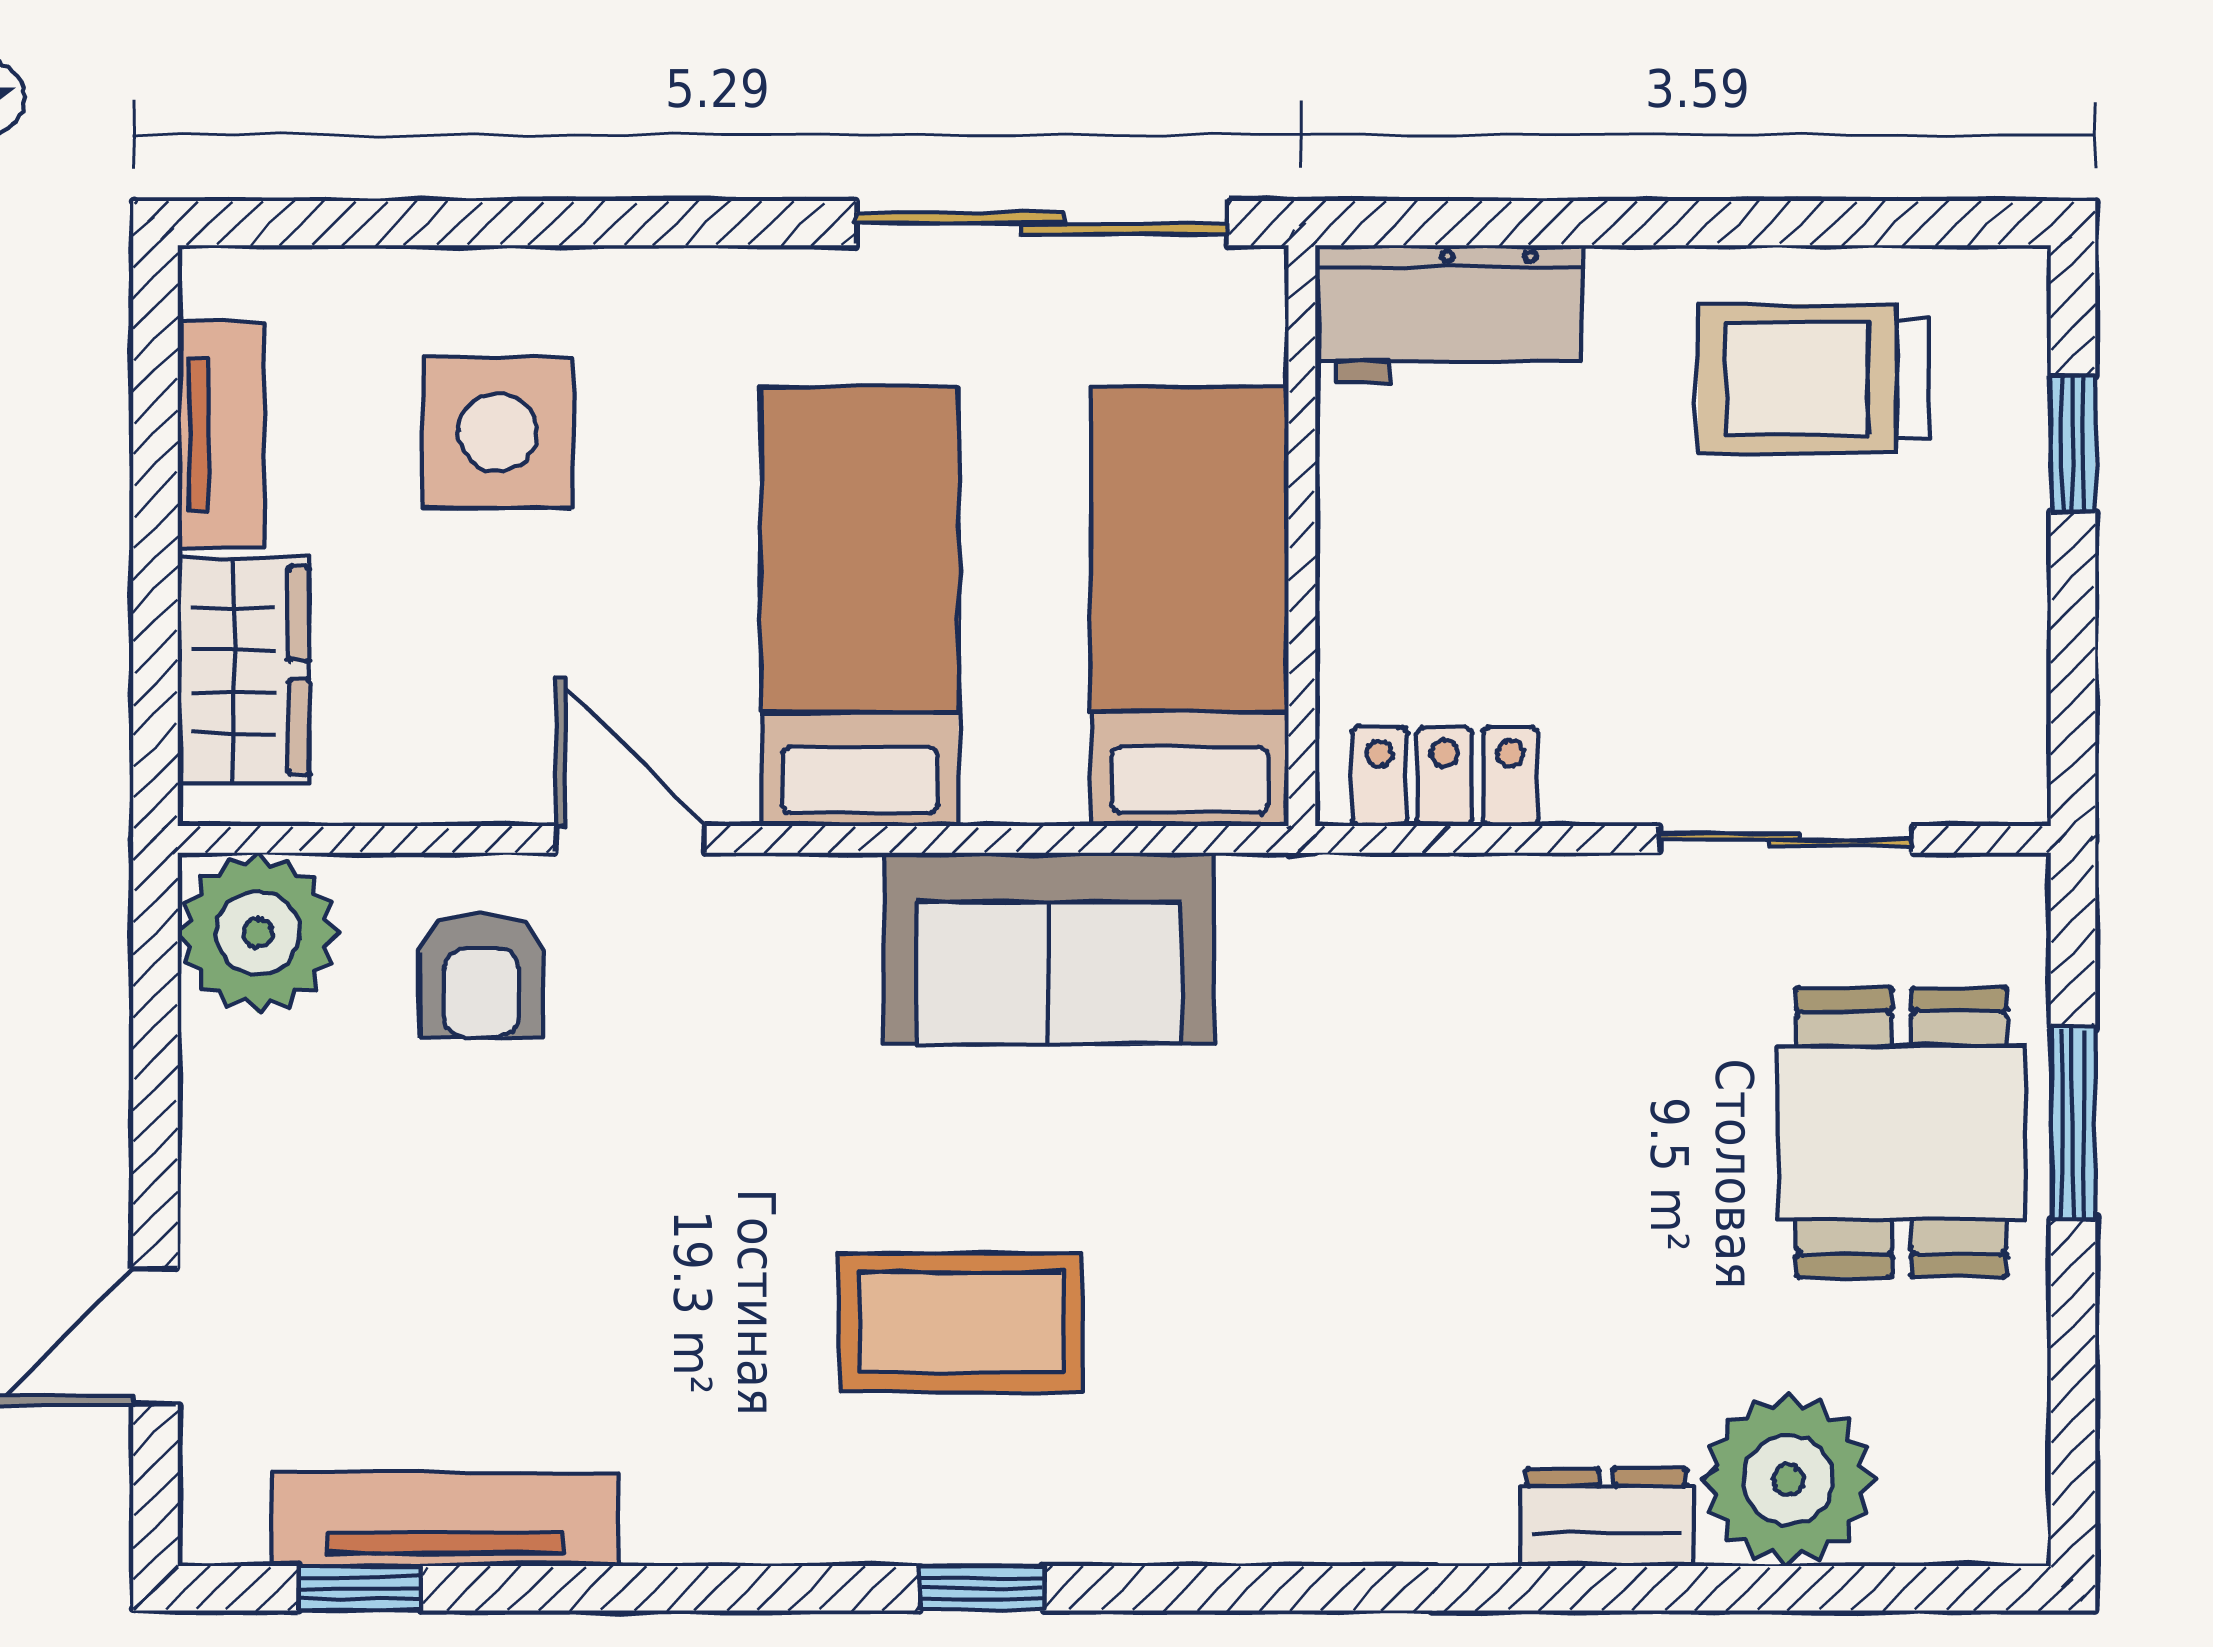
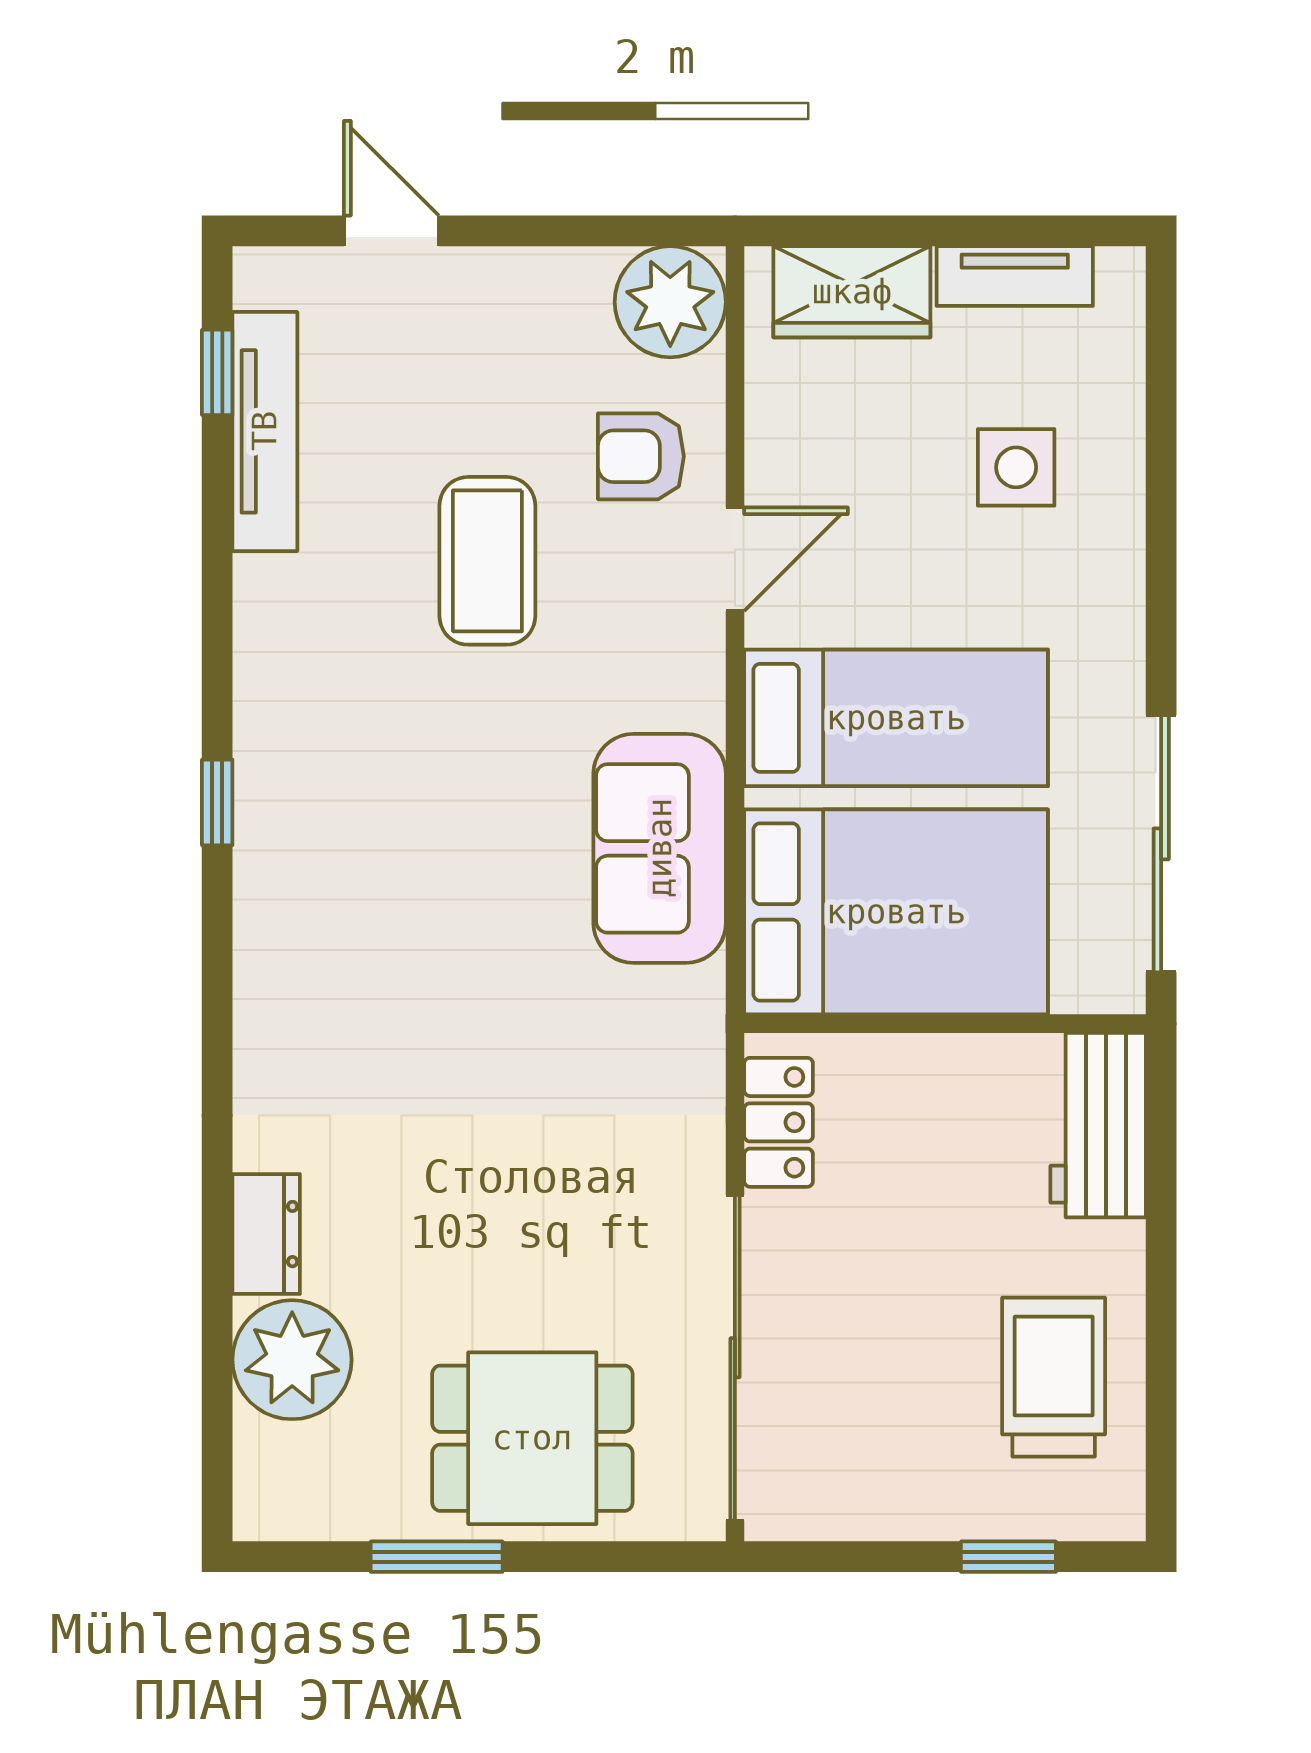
side table: (498, 433) -> (1016, 467), width x0.73, depth x0.73
bed: (1190, 606) -> (896, 912), width x1.50
sliding door: (1785, 839) -> (735, 1358), width x1.86
window: (2073, 1124) -> (437, 1557), moved
coffee table: (960, 1322) -> (487, 561), moved

